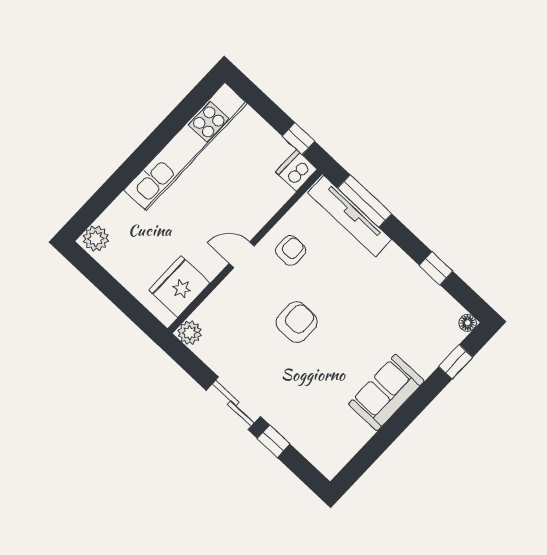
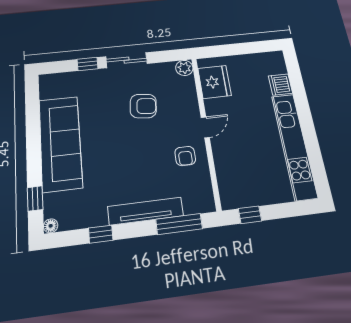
dishwasher: (296, 171) -> (280, 85), moved, turned 180
tv unit: (350, 216) -> (145, 211), moved
plant: (96, 238) -> (276, 61), removed
armchair: (297, 322) -> (143, 106), moved, turned -84
sofa: (386, 392) -> (60, 143), width x1.85, depth x1.27

